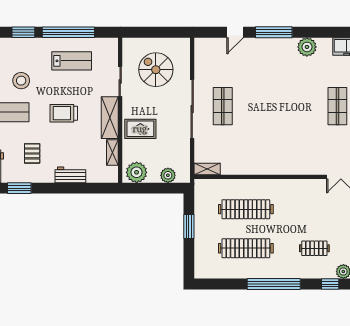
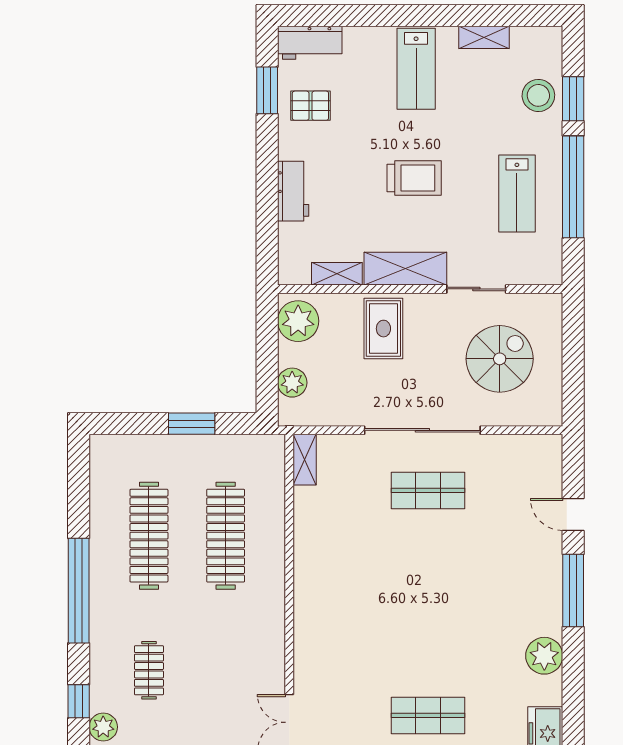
stool: (21, 81) -> (538, 95), moved
trolley: (64, 113) -> (414, 178), turned 90
pallet: (32, 153) -> (310, 106), moved

